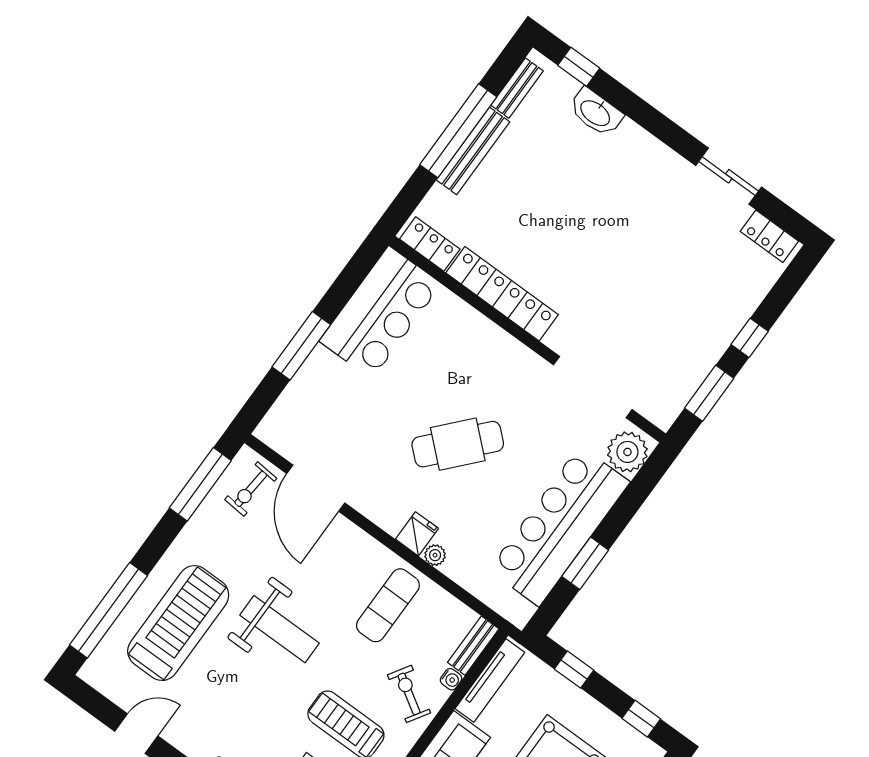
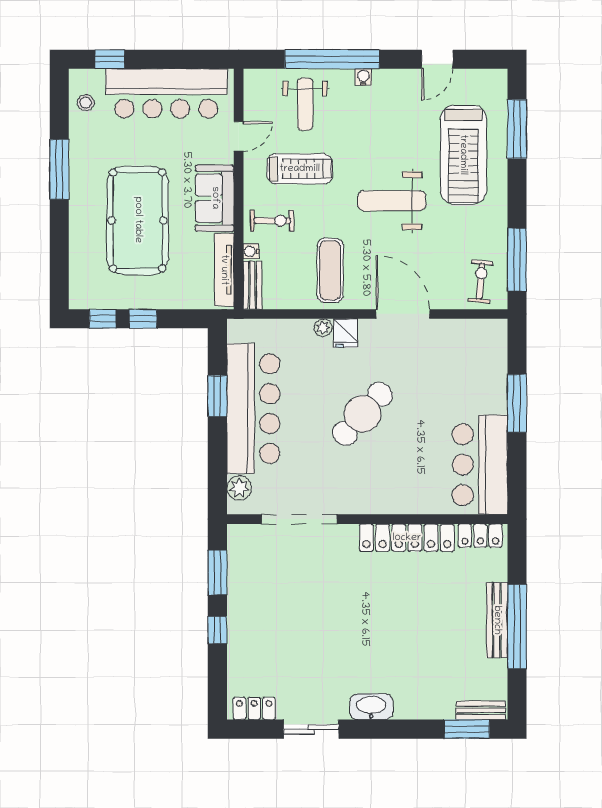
window: (579, 67) -> (467, 729), width x1.50
bench: (517, 88) -> (481, 710), moved, turned 90
washbasin: (596, 112) -> (371, 707), moved
plant: (627, 452) -> (239, 488), width x0.73, depth x0.73
door: (316, 488) -> (403, 314), moved
window: (108, 610) -> (517, 129), width x0.68
window: (574, 670) -> (143, 319), moved
exercise bike: (409, 694) -> (272, 221), turned -32

